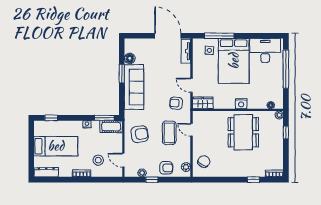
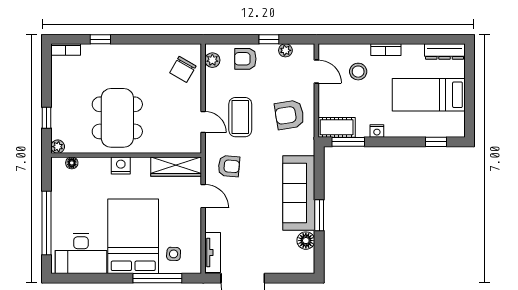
wardrobe: (203, 103) -> (176, 167), width x1.50

